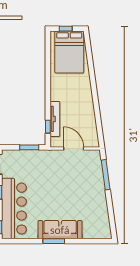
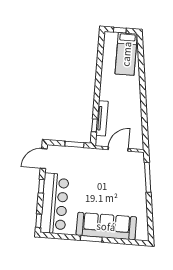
bed: (69, 52) -> (126, 54), width x0.67
door: (74, 148) -> (118, 149), hinge flipped
sofa: (60, 230) -> (106, 226), width x1.36, depth x1.27

